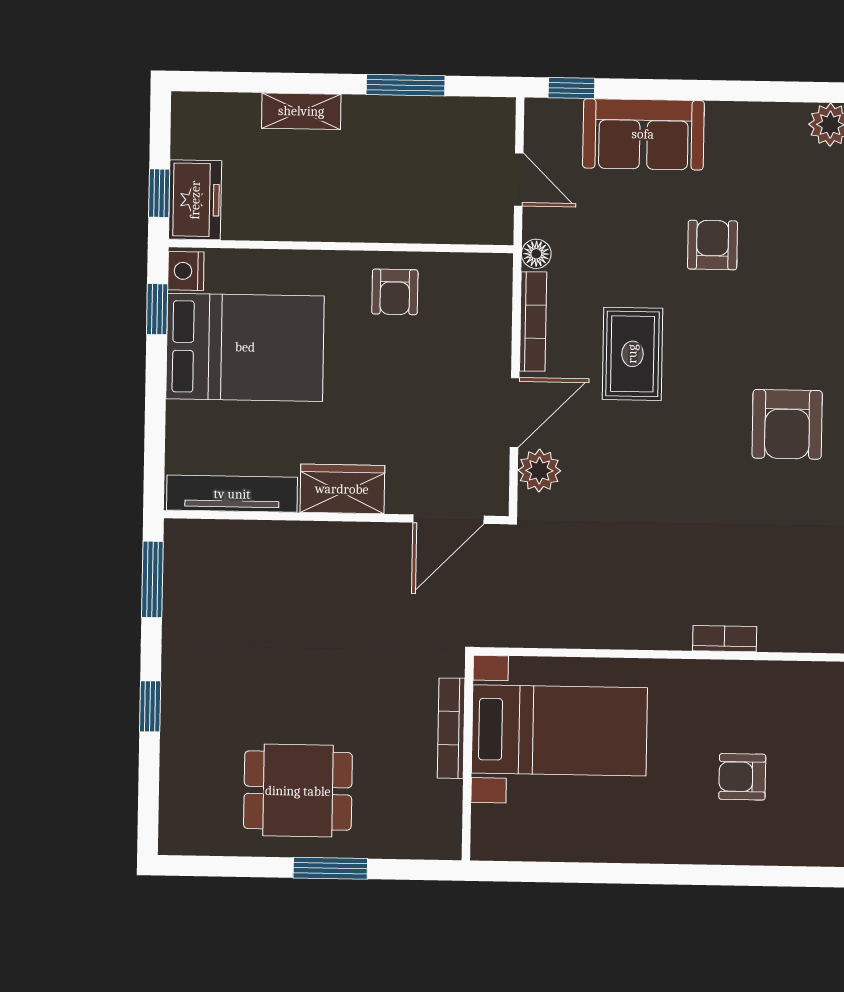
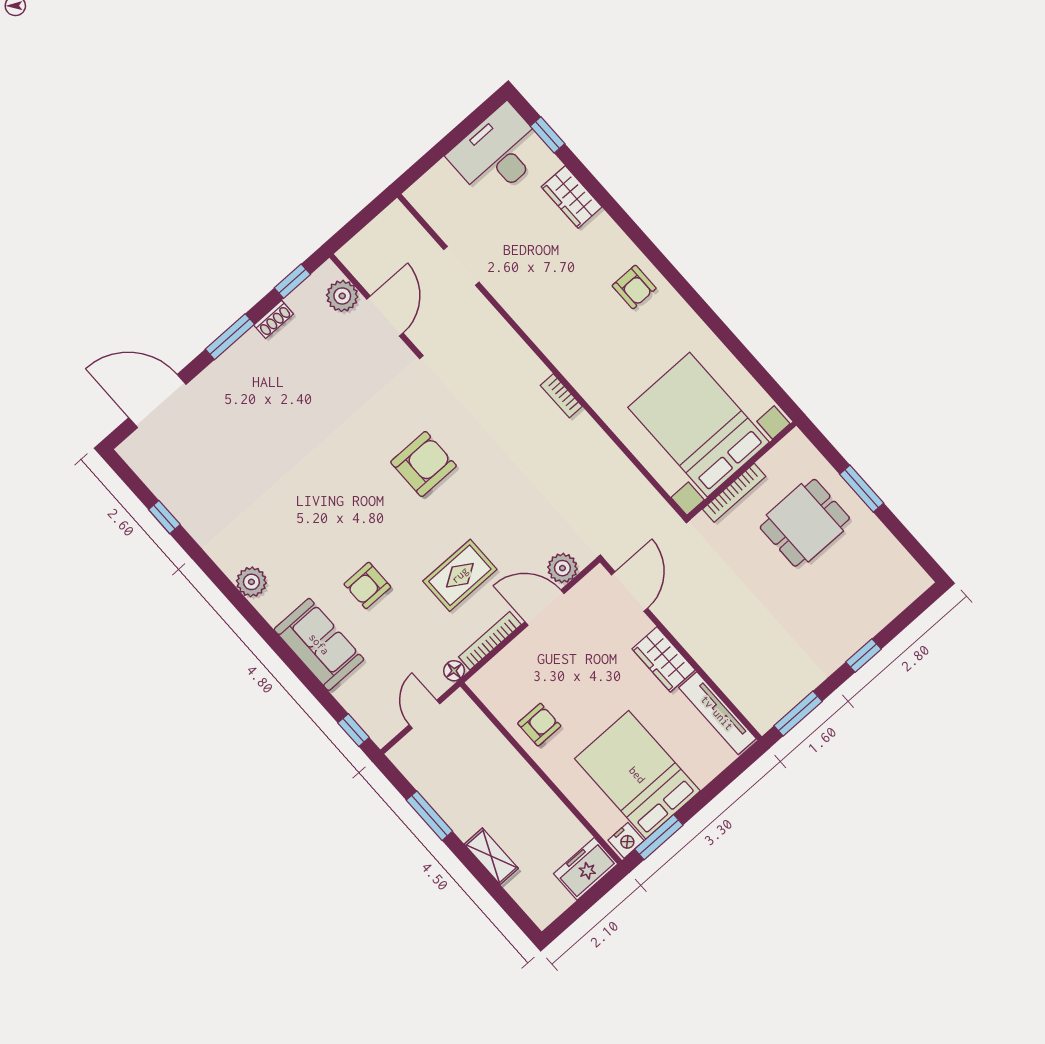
sofa: (643, 134) -> (319, 644), moved
window: (159, 193) -> (599, 890), removed
window: (157, 309) -> (659, 837), width x1.50
door: (448, 519) -> (630, 591), hinge flipped
bed with nightstands: (559, 730) -> (699, 425), width x1.36
armchair: (742, 777) -> (634, 287), moved
dining table: (298, 791) -> (805, 523), moved, turned 90

